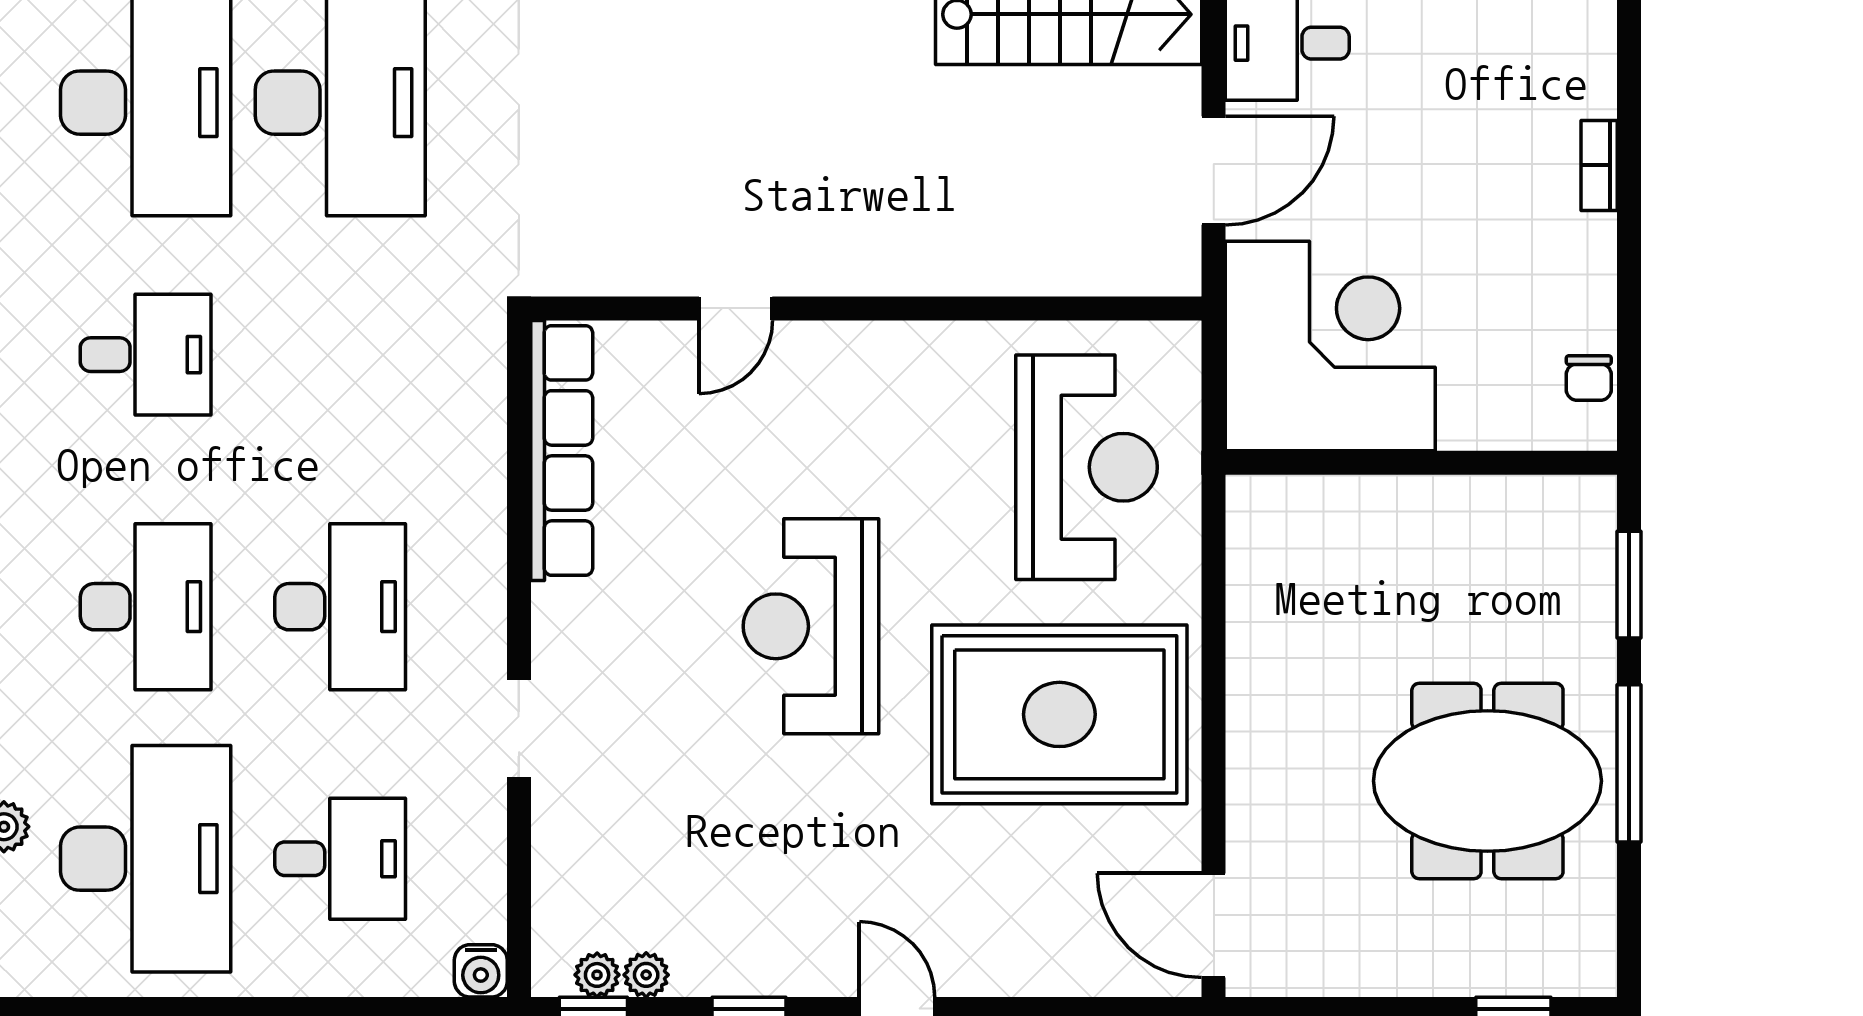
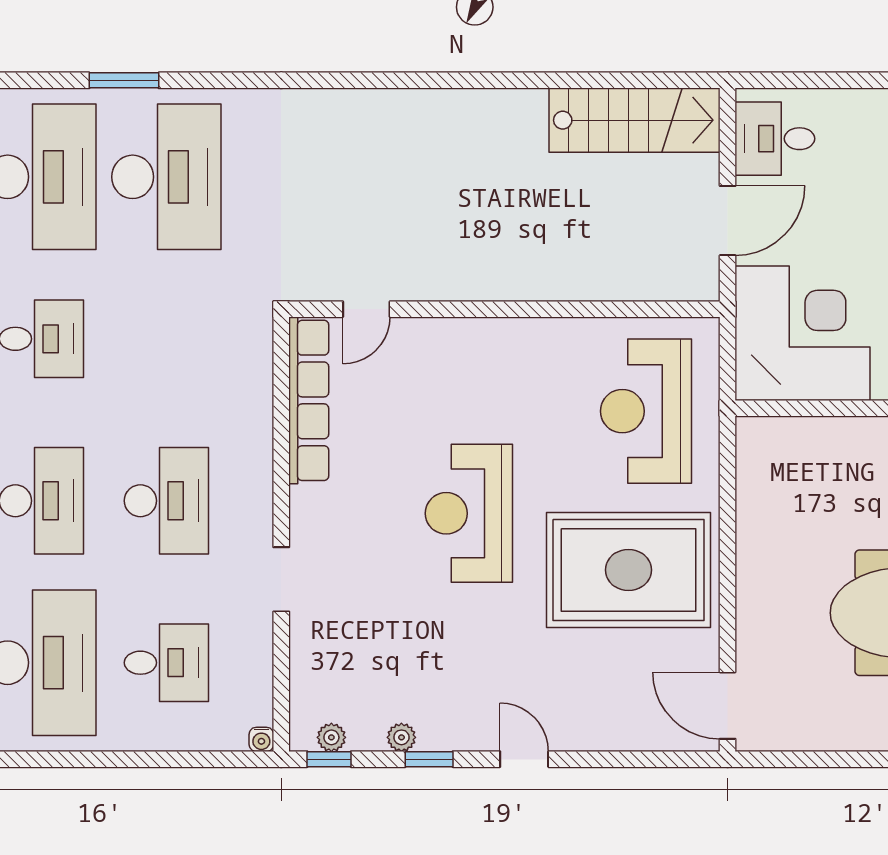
door: (736, 308) -> (366, 309), moved
reception desk: (1087, 467) -> (646, 411), turned 180
water cooler: (481, 971) -> (261, 739), width x0.72, depth x0.72
plant: (646, 975) -> (401, 737), moved

